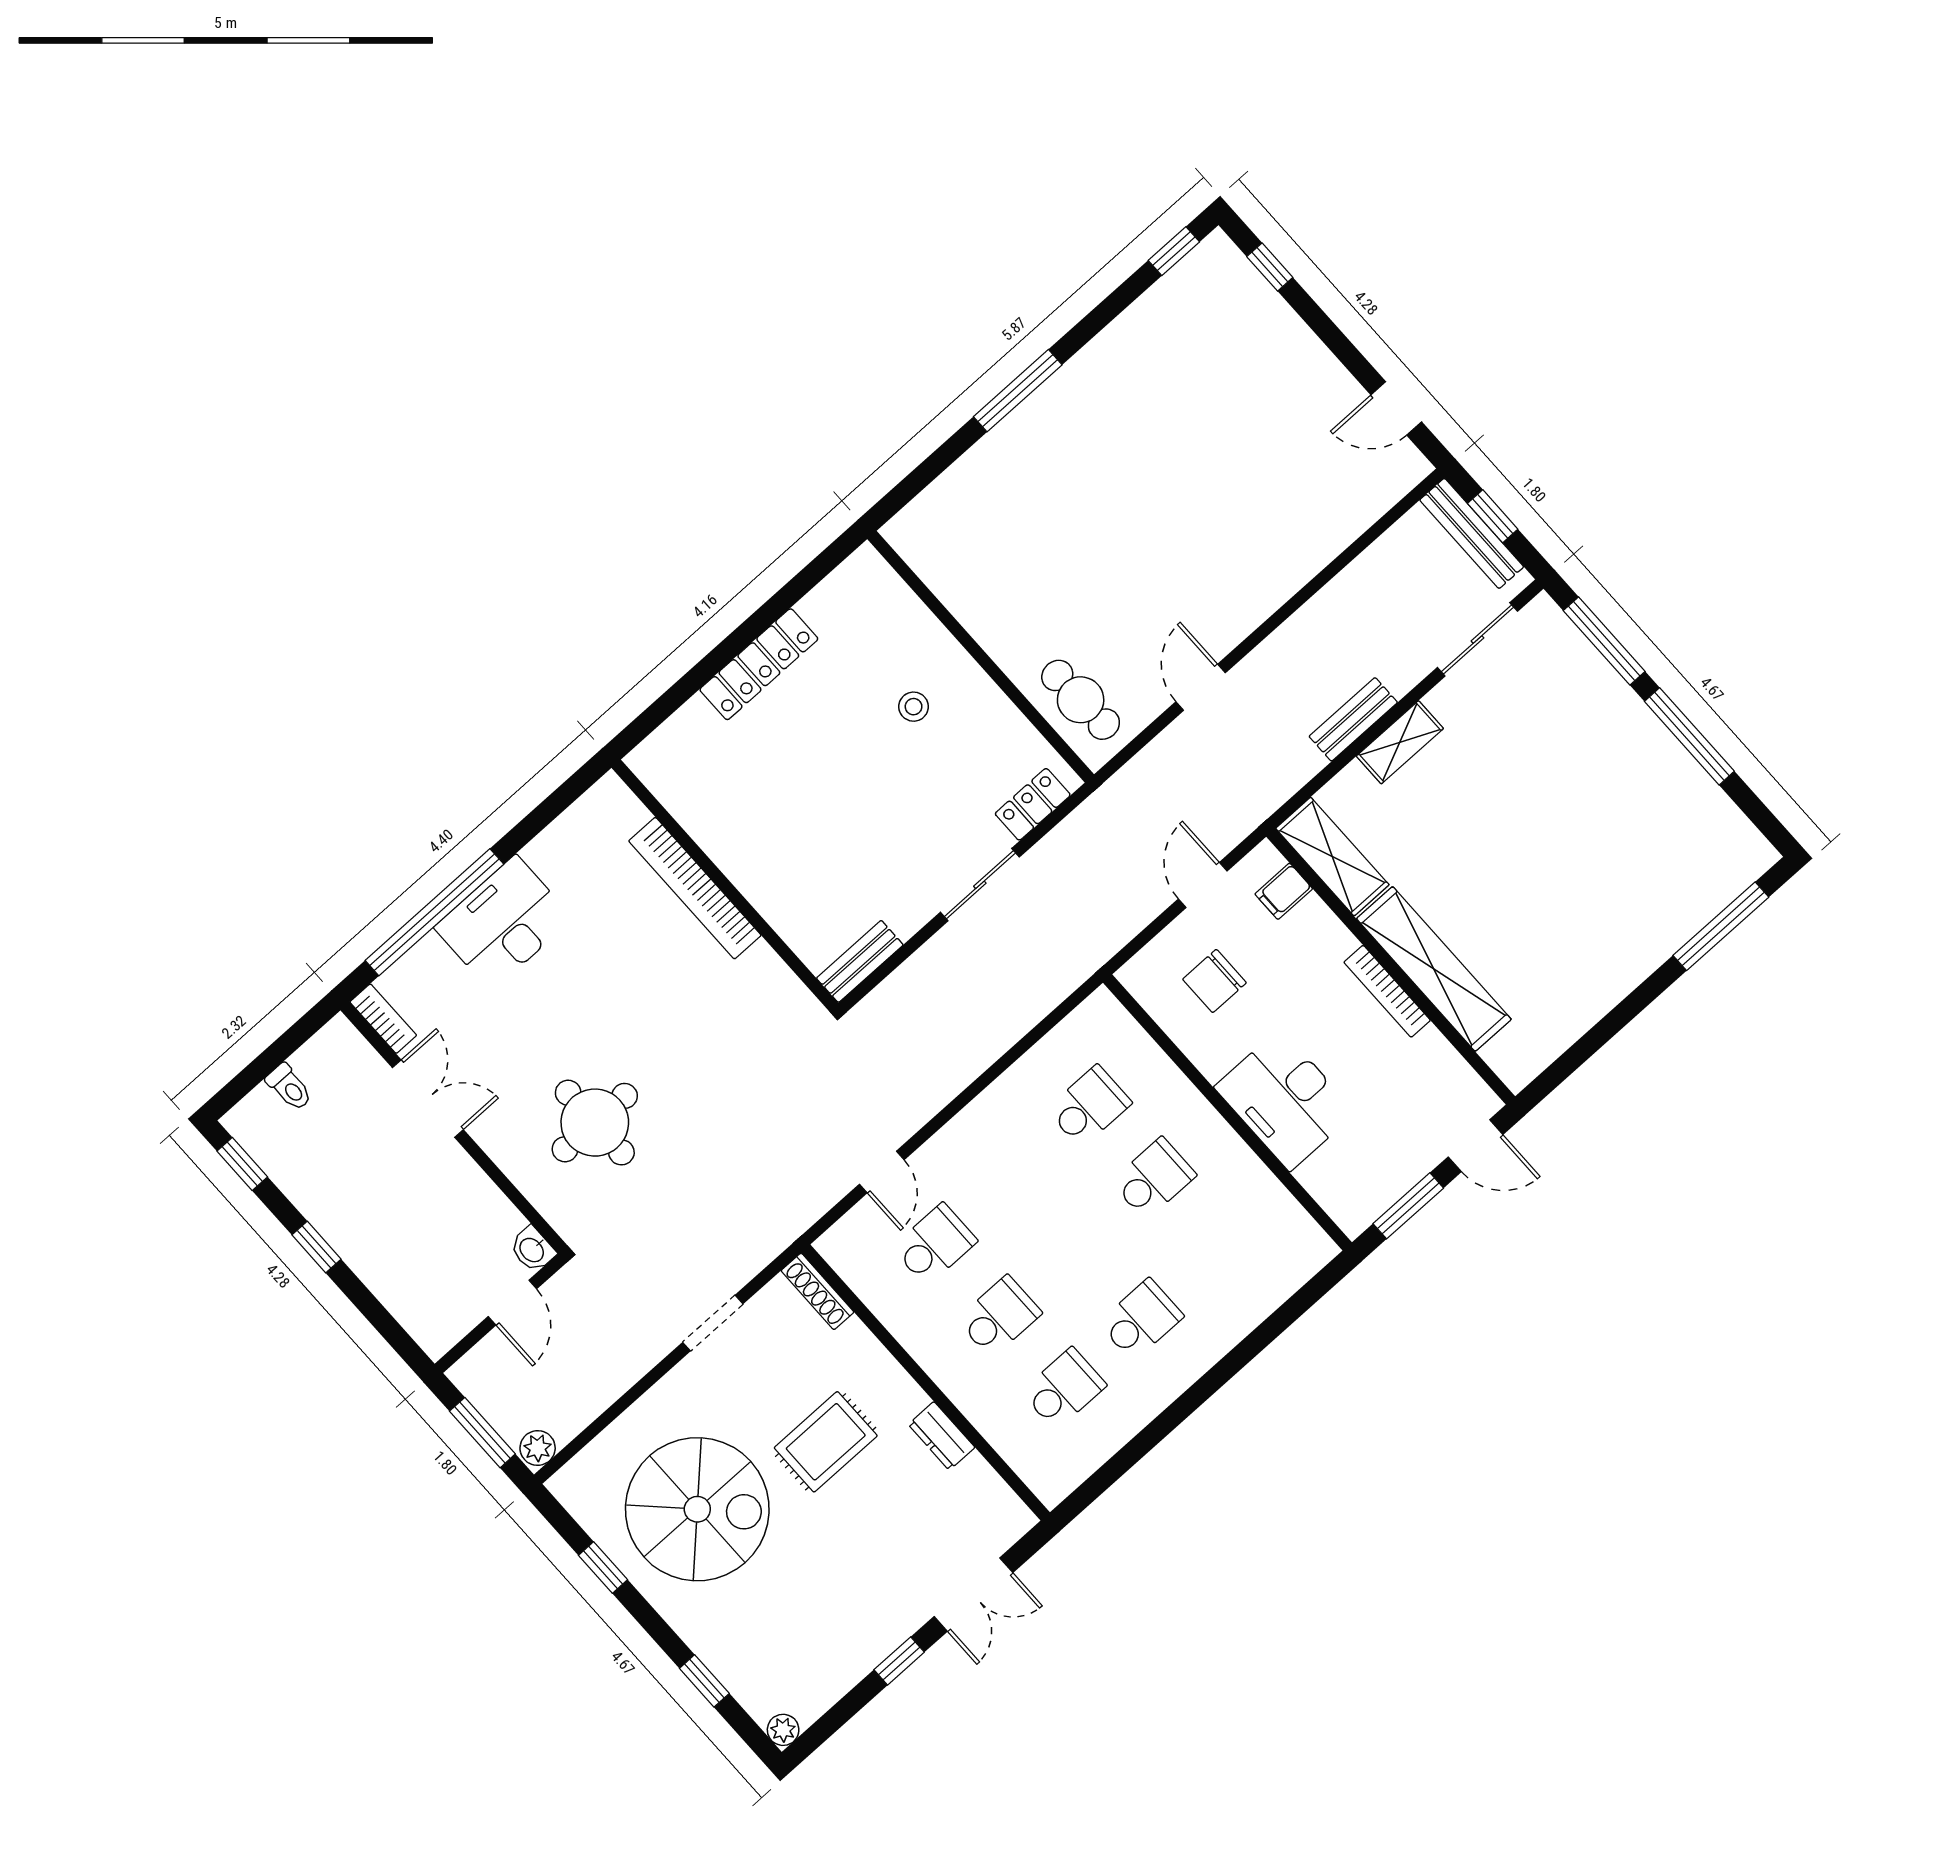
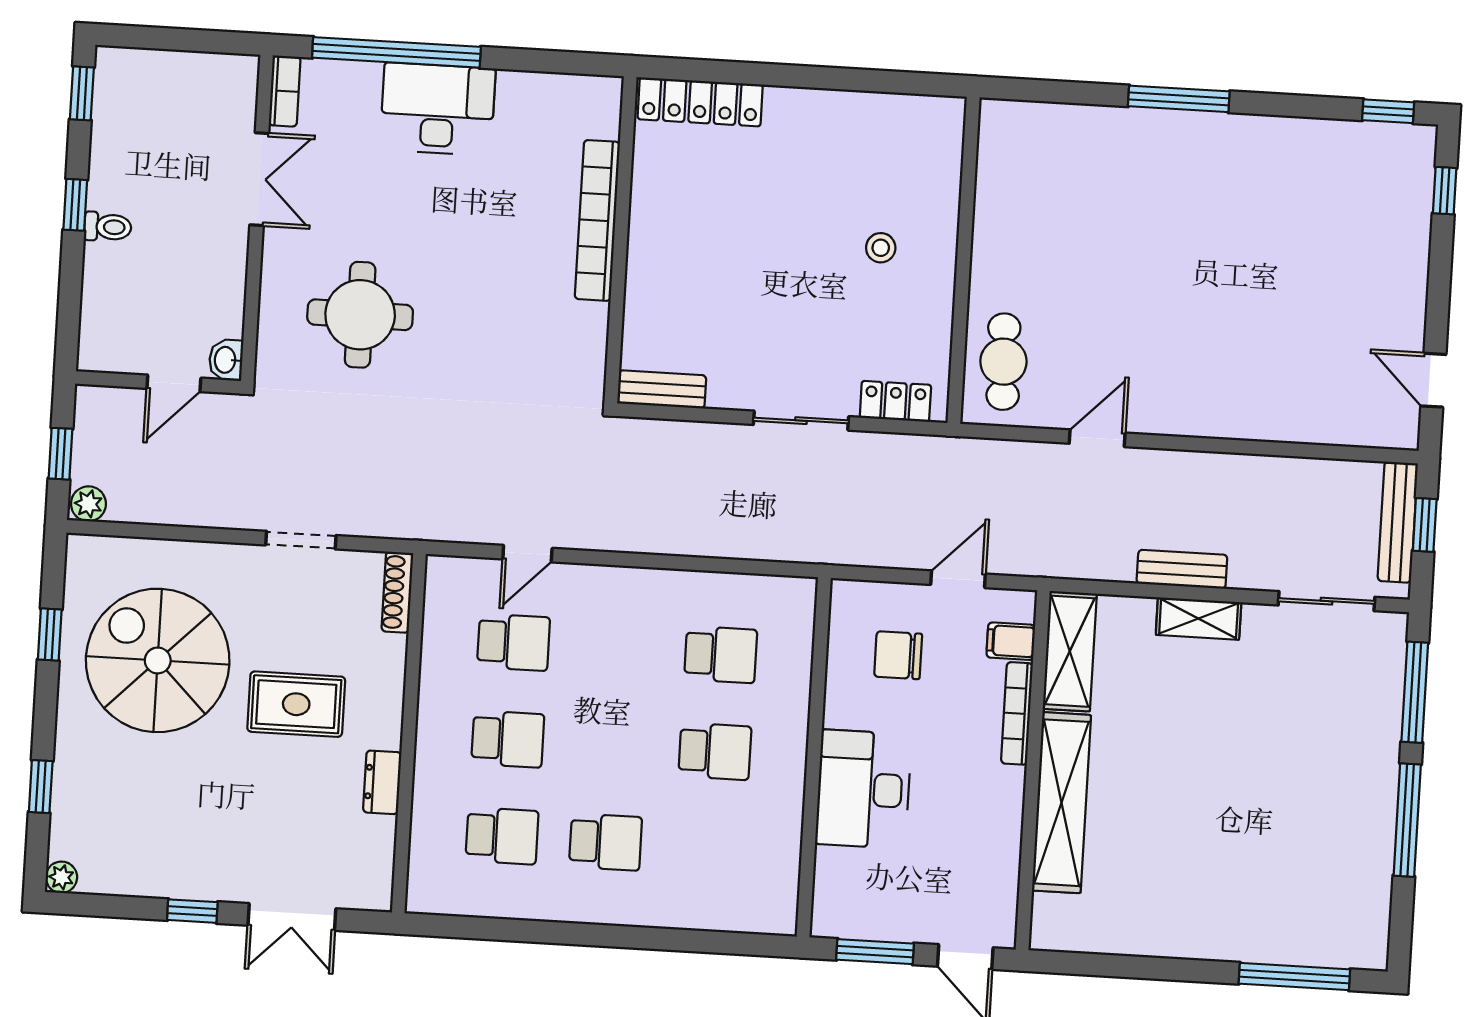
locker: (759, 664) -> (700, 102), moved
bookcase: (1387, 991) -> (1017, 713), moved
toilet: (289, 1087) -> (108, 227), moved, turned -90
window: (482, 1433) -> (60, 454), width x0.67
spiral stairs: (697, 1509) -> (158, 660), turned 180

